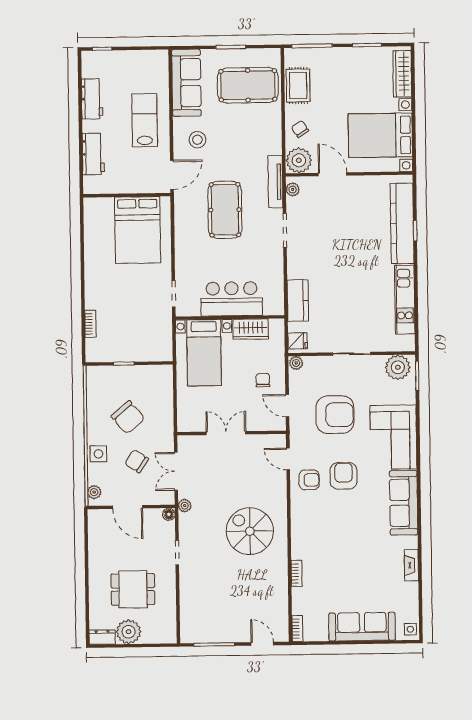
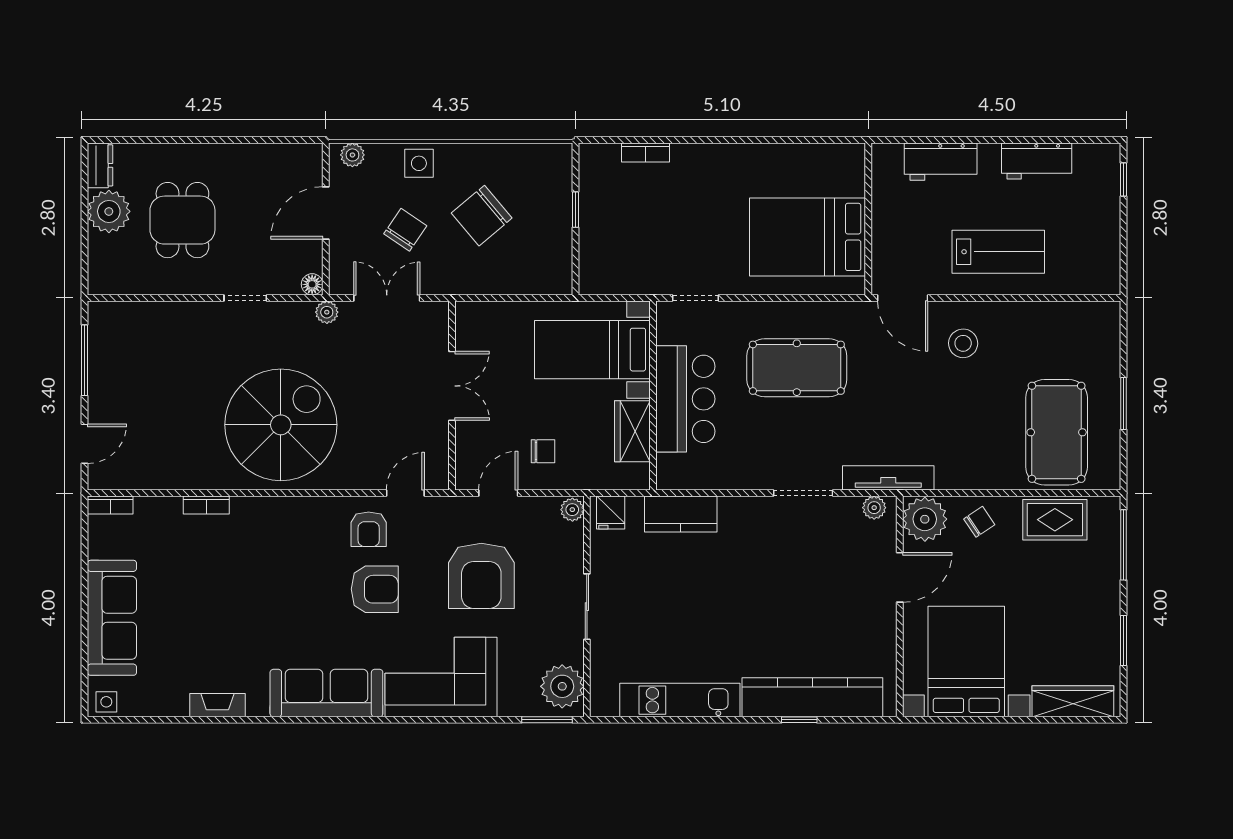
sofa: (186, 83) -> (1062, 326), removed
pool table: (225, 210) -> (797, 368), moved
spiral stairs: (250, 531) -> (281, 425), width x1.37, depth x1.37

